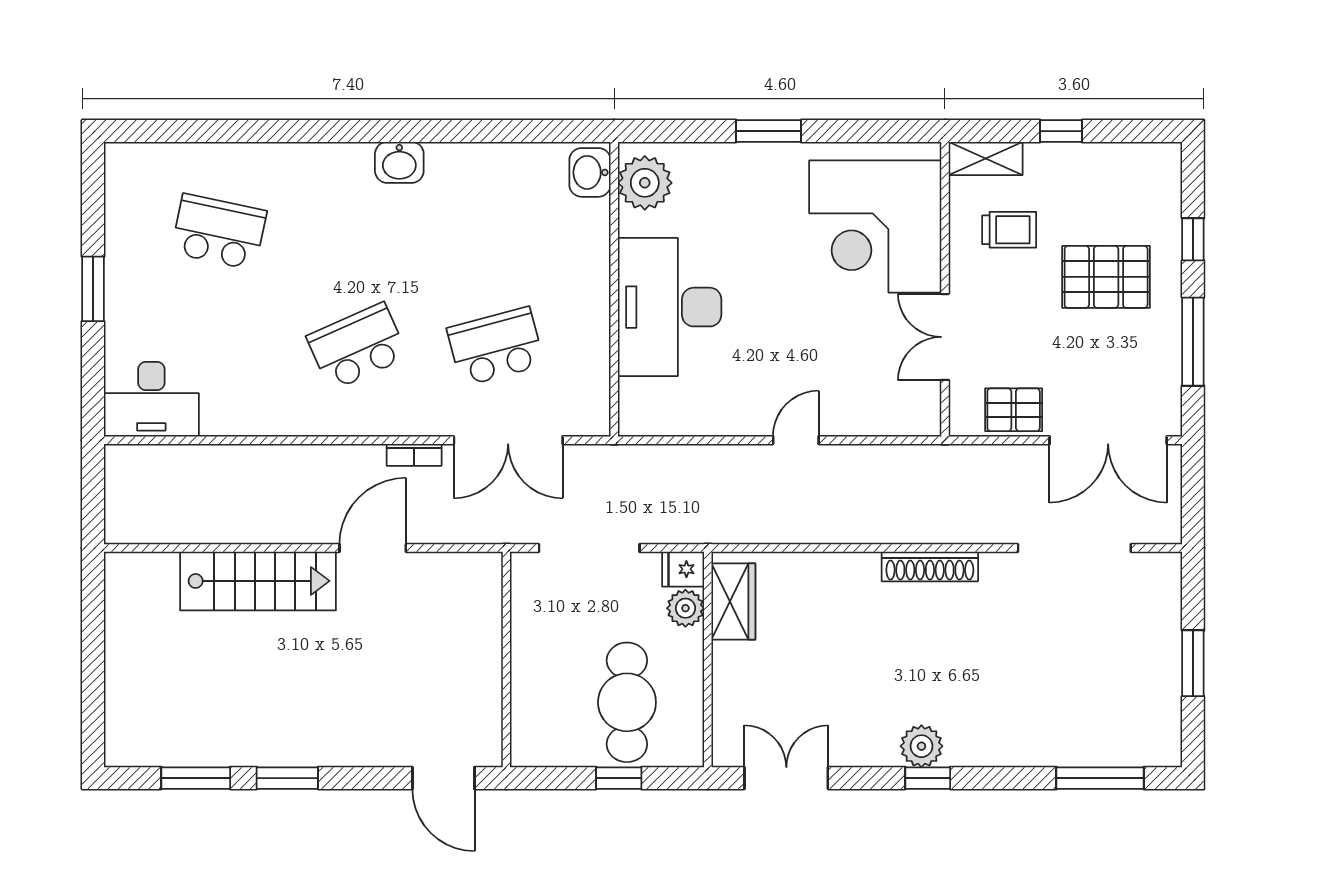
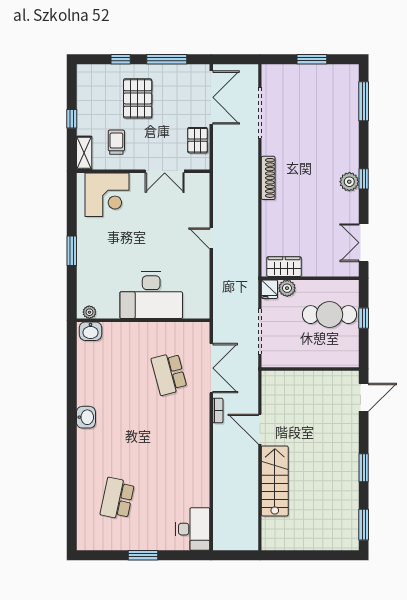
plant: (645, 183) -> (89, 312), width x0.53, depth x0.53
corner desk: (875, 227) -> (107, 195), width x0.74, depth x0.74
school desk: (357, 347) -> (169, 436), removed
window: (196, 778) -> (364, 525), moved

